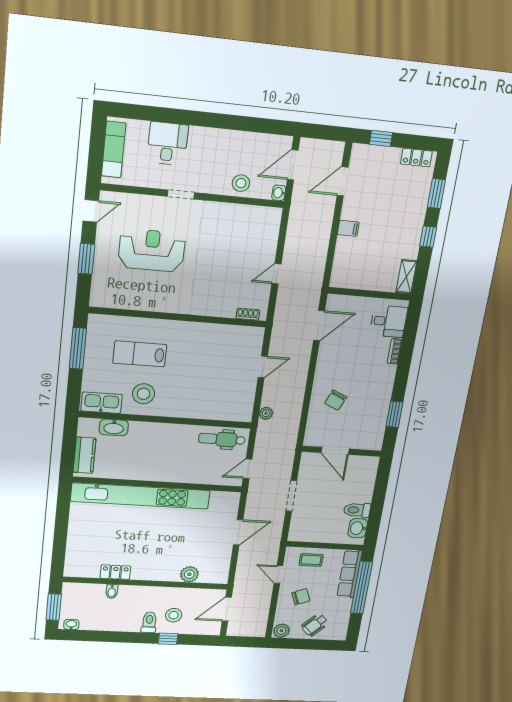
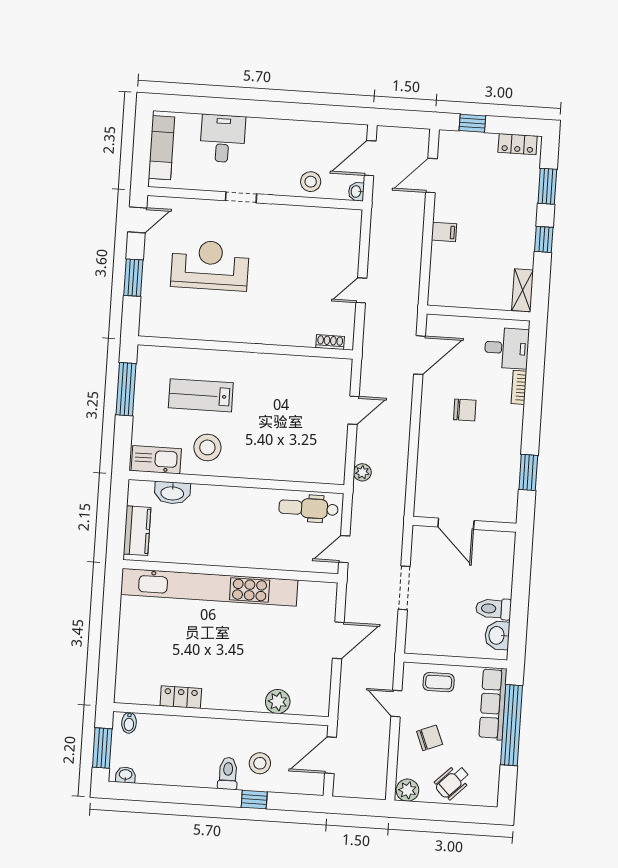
chair: (336, 400) -> (465, 410), moved, turned -114
bidet: (112, 591) -> (129, 723), moved

